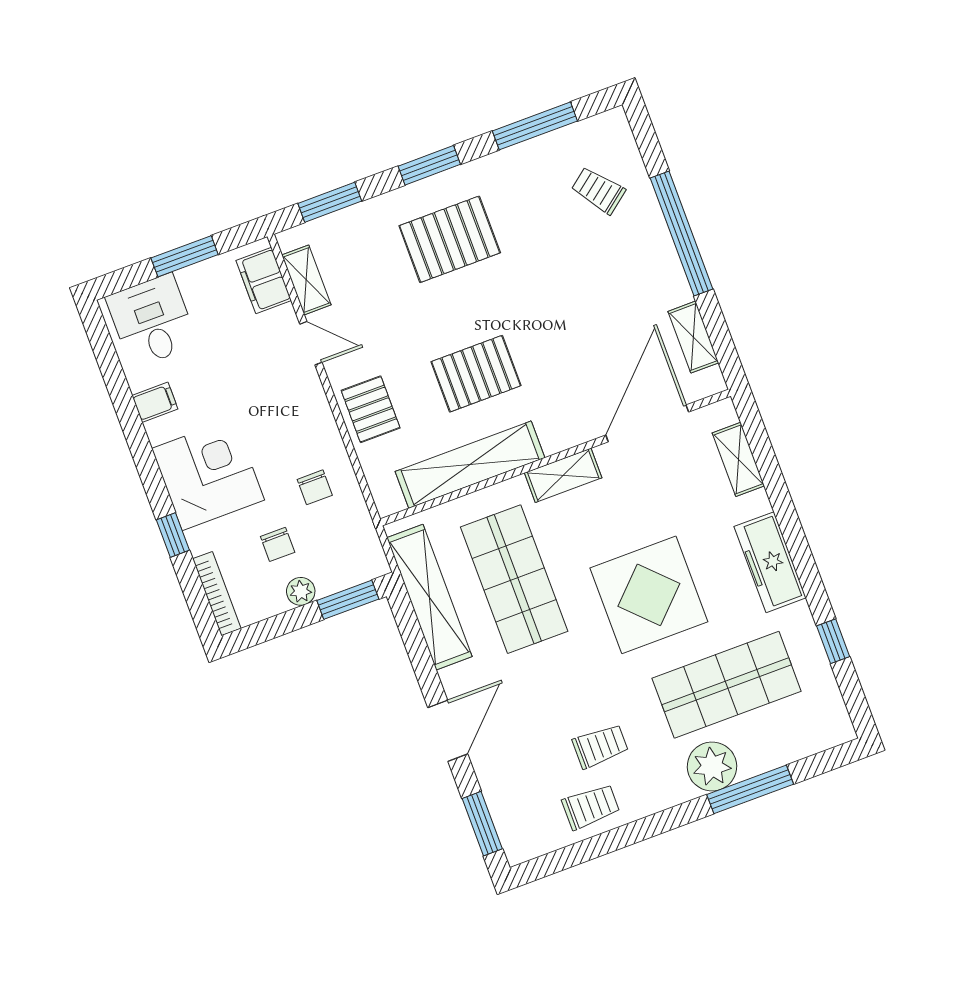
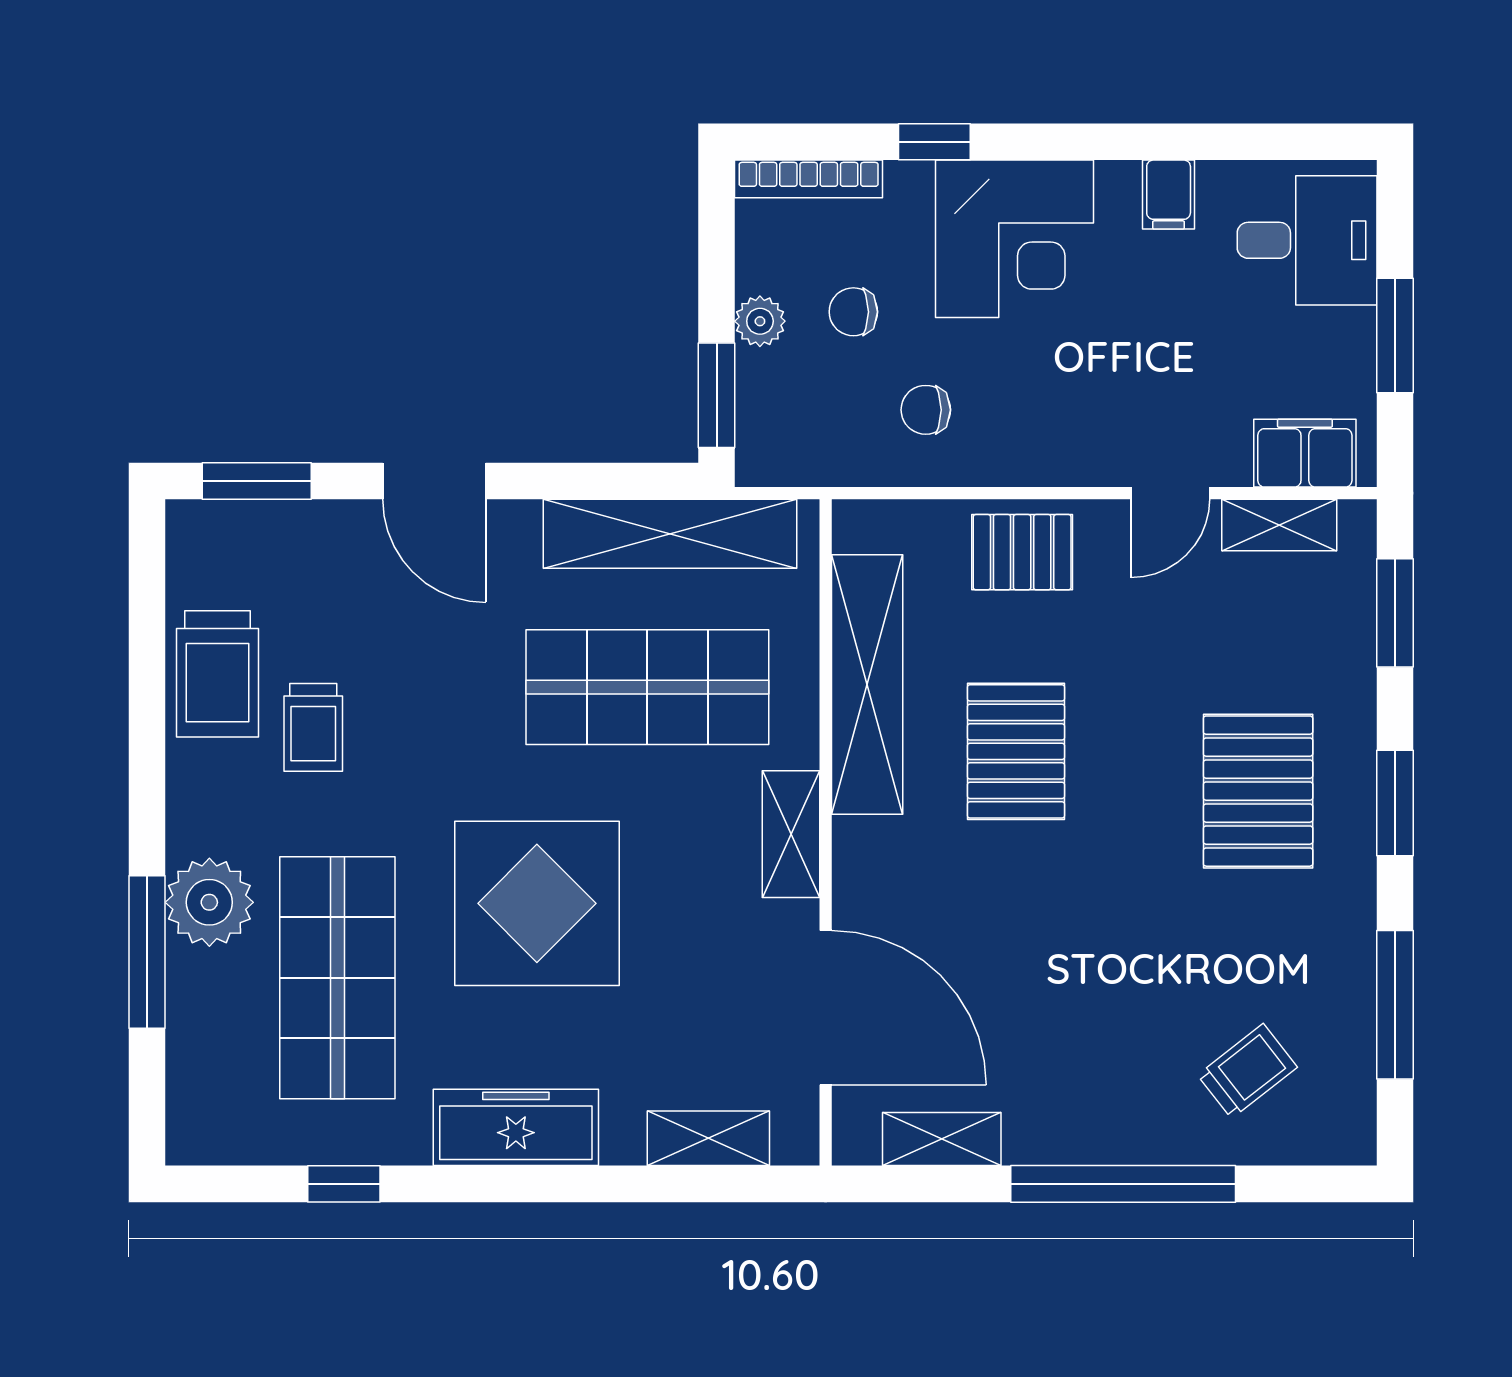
trolley: (591, 807) -> (217, 674), width x1.36, depth x1.39

